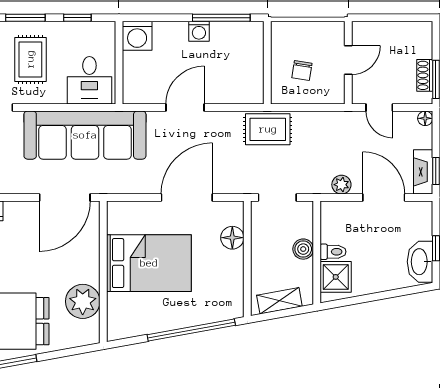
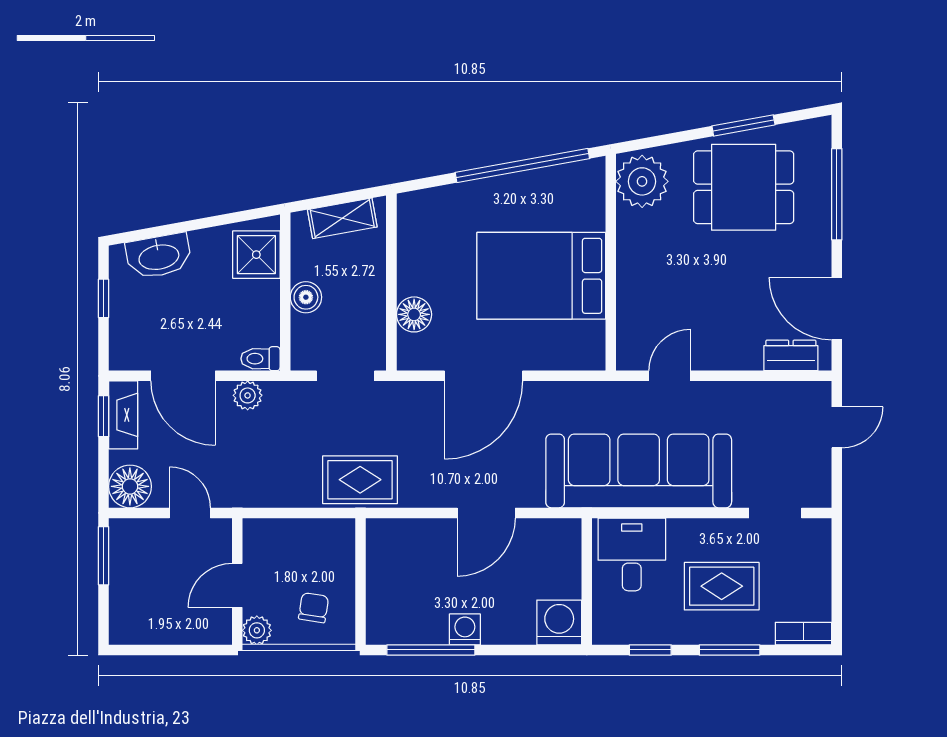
plant: (335, 31) -> (257, 630), added
rug: (30, 59) -> (722, 586), turned 90
chair: (302, 70) -> (314, 608), moved
shoe rack: (425, 75) -> (121, 562), removed
floor lamp: (425, 118) -> (130, 486), width x1.89, depth x1.89
door: (65, 197) -> (669, 376), width x0.53
toilet: (333, 252) -> (260, 359), moved
washbasin: (420, 262) -> (159, 256), moved, turned 80
plant: (83, 301) -> (642, 181), moved
window: (191, 330) -> (522, 165), moved

